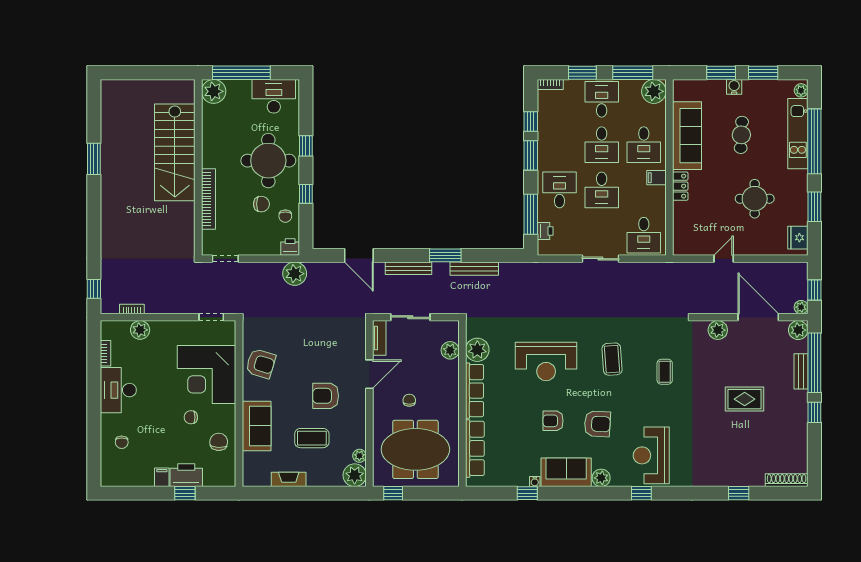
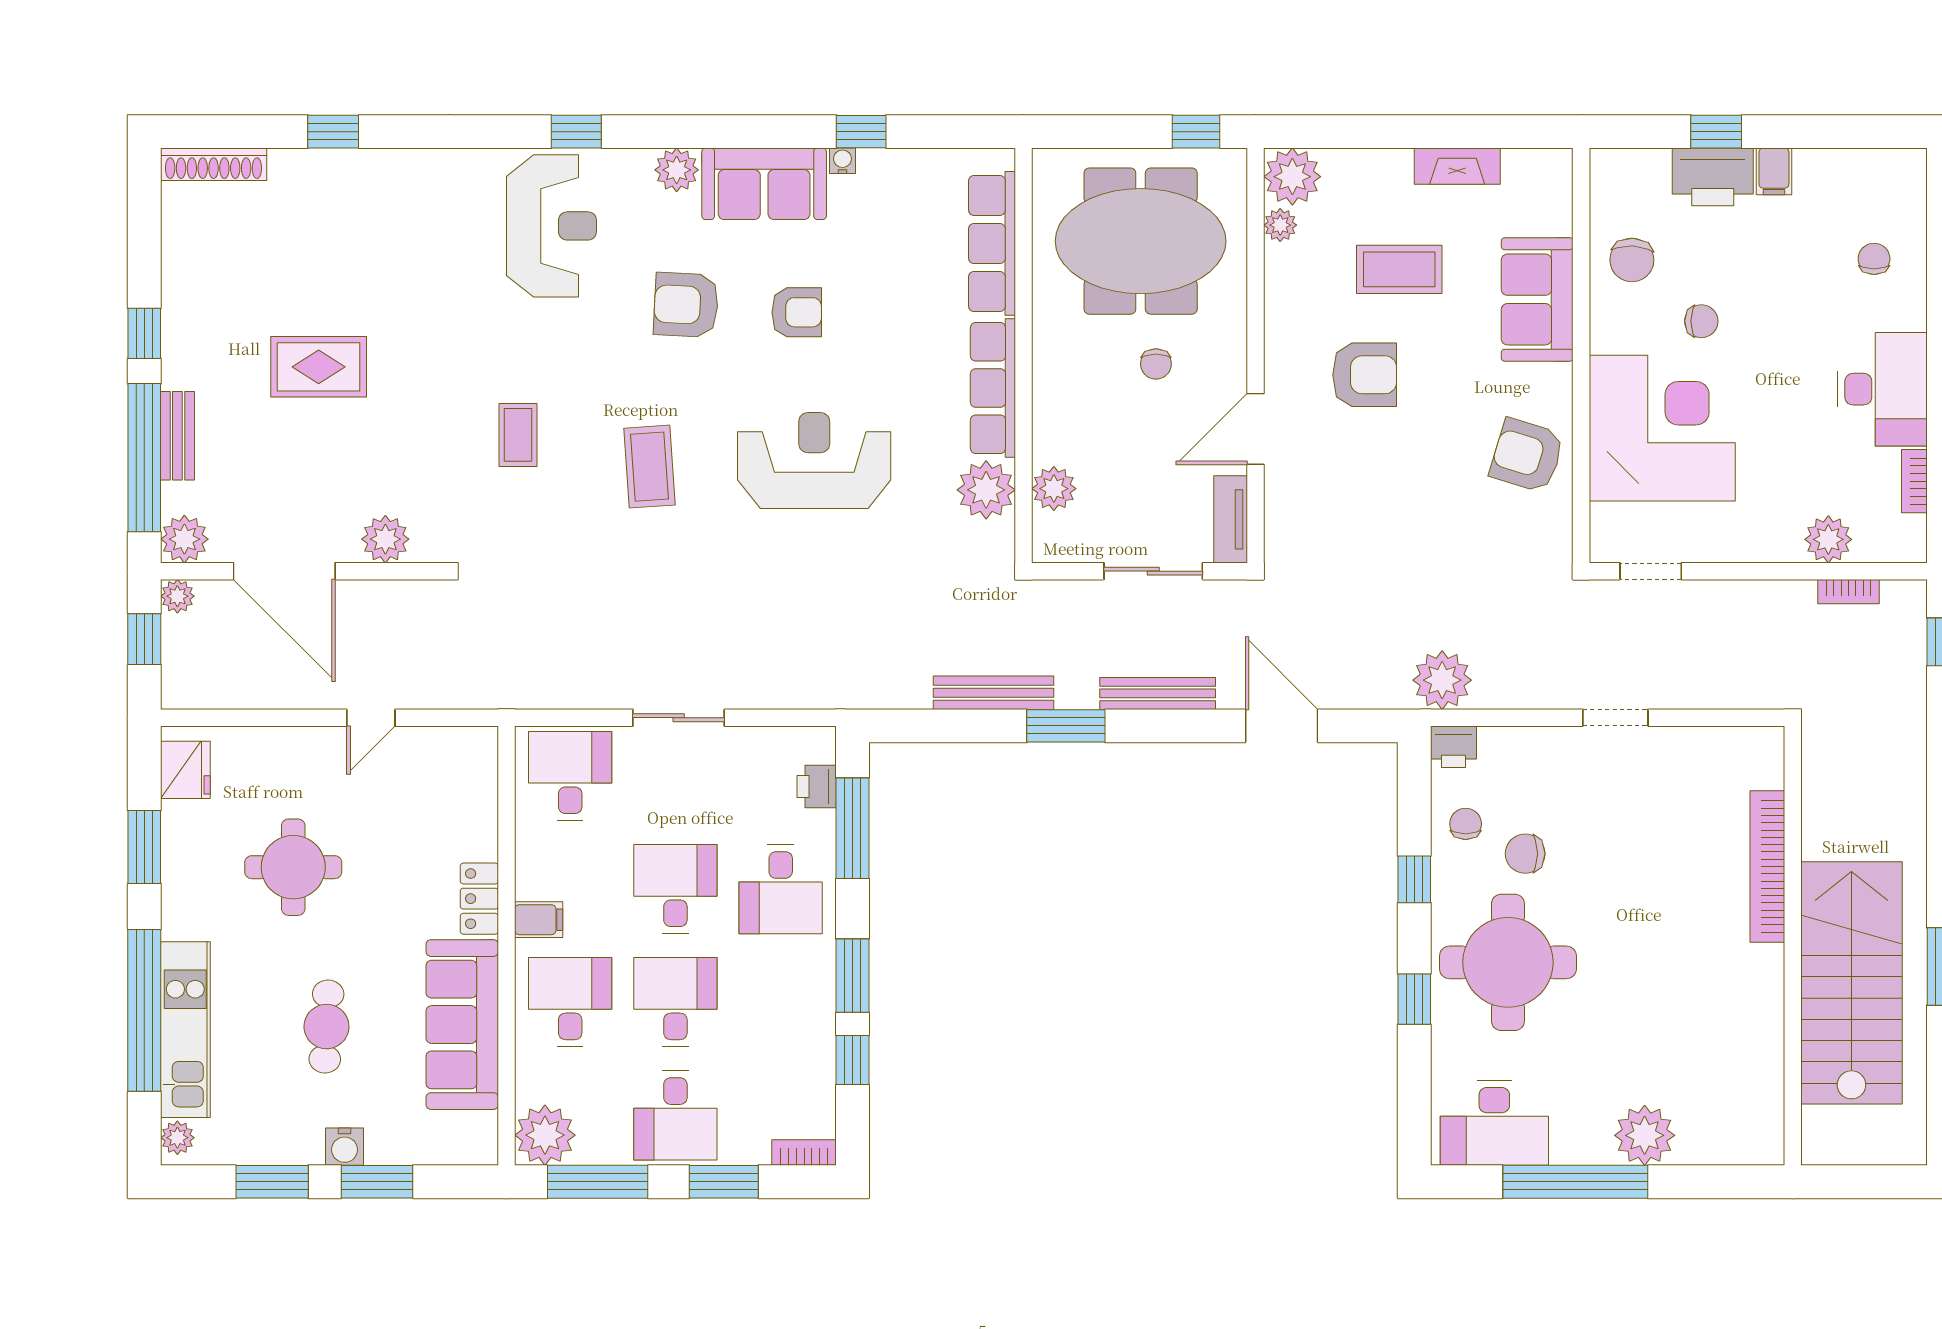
stairs: (175, 152) -> (1851, 983), moved
wall: (198, 167) -> (1793, 946), moved
bookcase: (208, 199) -> (1767, 867), moved

